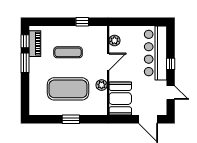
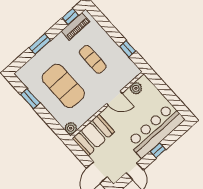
window: (25, 63) -> (40, 44), moved
plant: (102, 85) -> (71, 128), moved
window: (71, 119) -> (30, 99), moved

